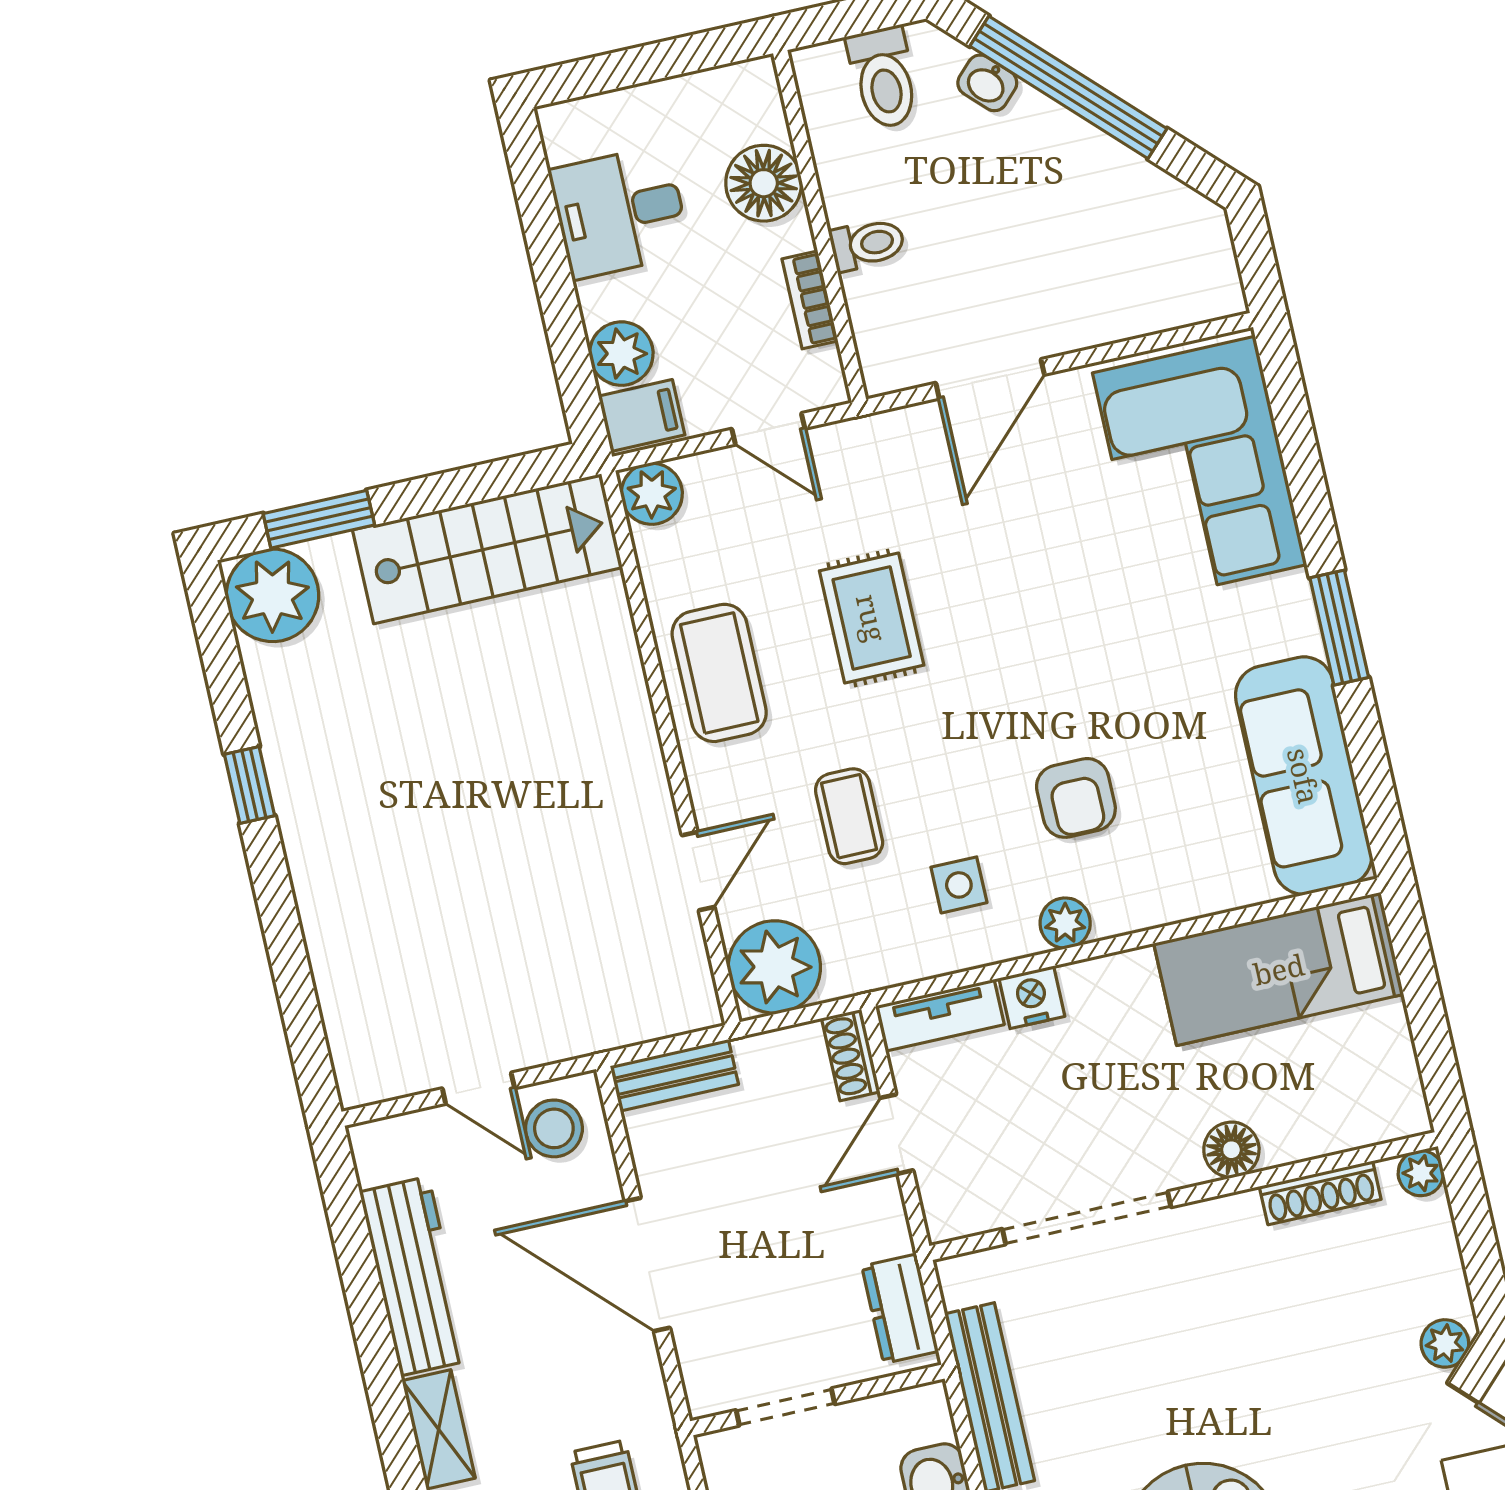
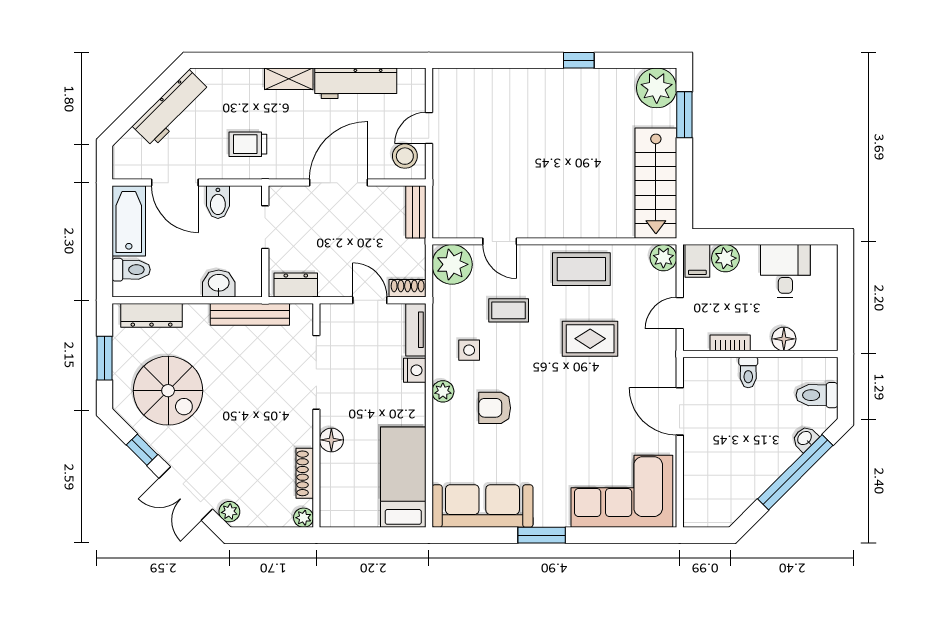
floor lamp: (764, 183) -> (784, 339), width x0.73, depth x0.73

